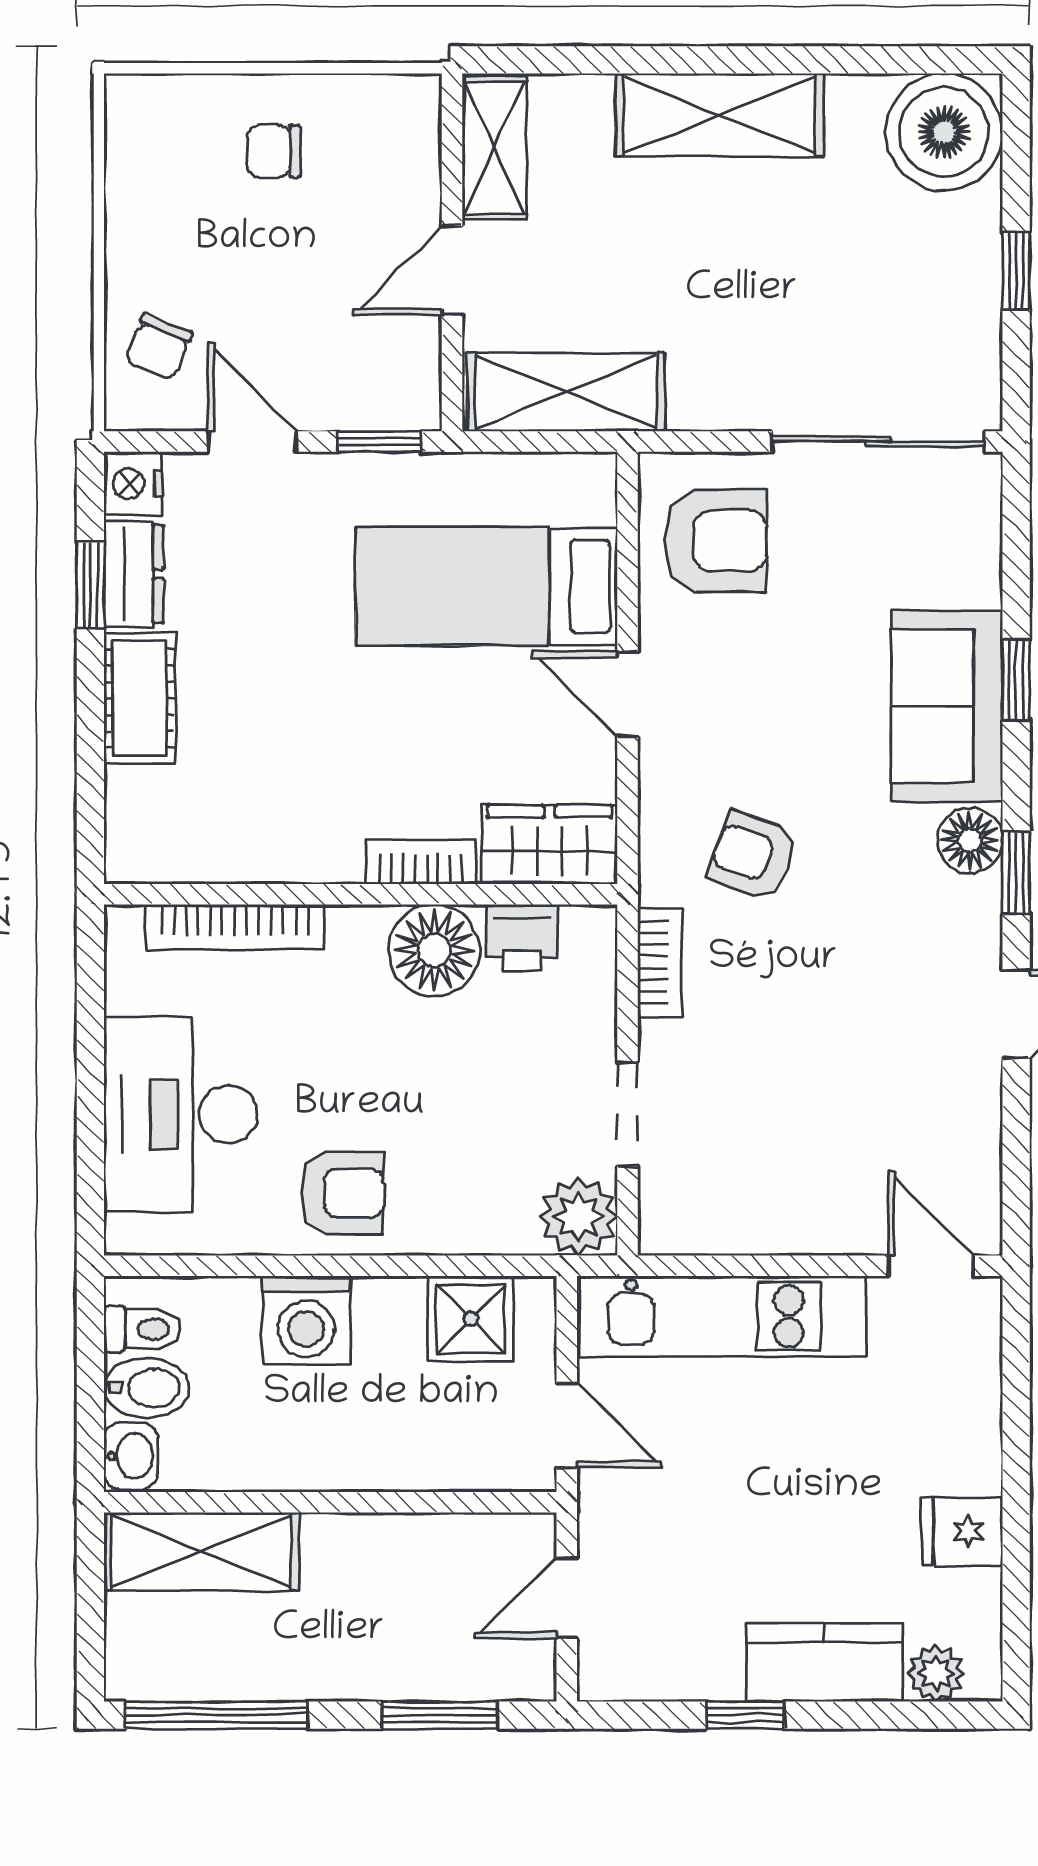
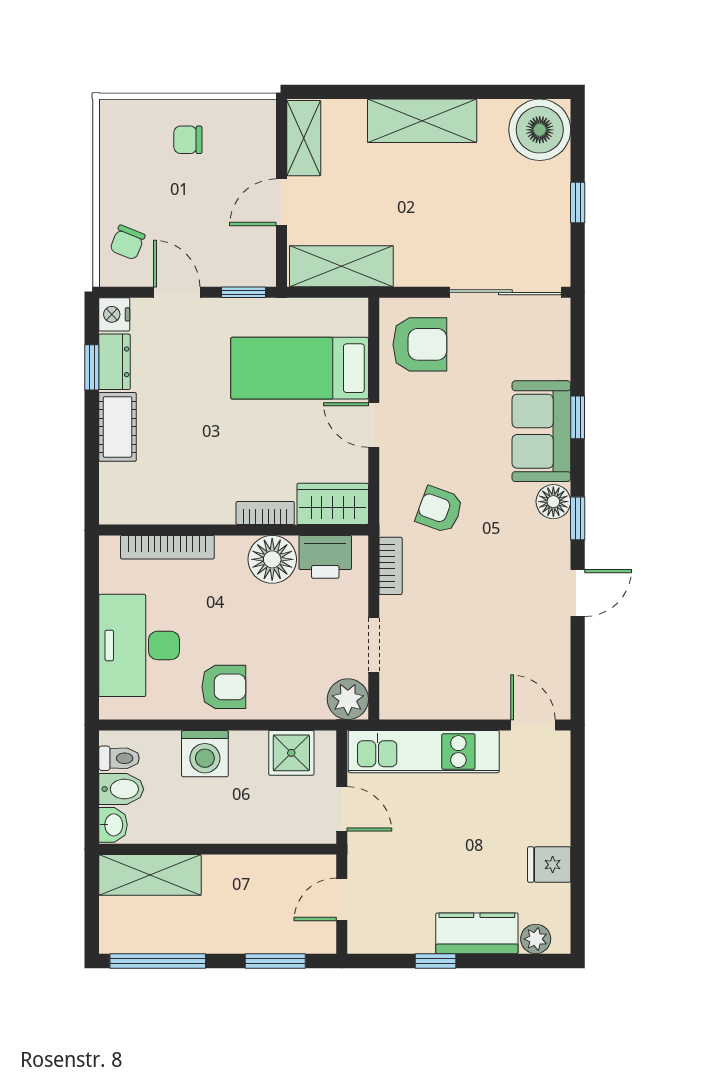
printer: (522, 938) -> (325, 557), width x1.36, depth x1.24

